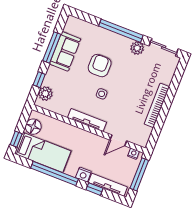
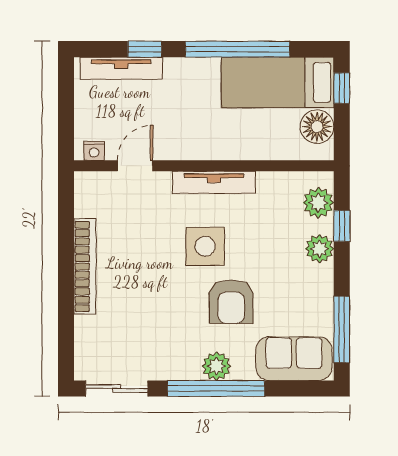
window: (52, 47) -> (342, 329), moved
plant: (137, 48) -> (216, 366), moved
sofa: (65, 51) -> (294, 359), moved, turned 90
plant: (53, 74) -> (319, 249), added
side table: (102, 94) -> (205, 246), width x1.87, depth x1.87
window: (139, 174) -> (66, 114), removed
nightstand: (83, 175) -> (178, 70), removed

